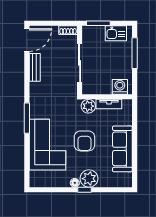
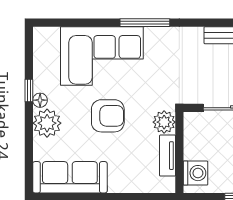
armchair: (84, 141) -> (108, 116), turned 180
sofa: (122, 149) -> (70, 177), moved
window: (84, 190) -> (29, 91), moved

